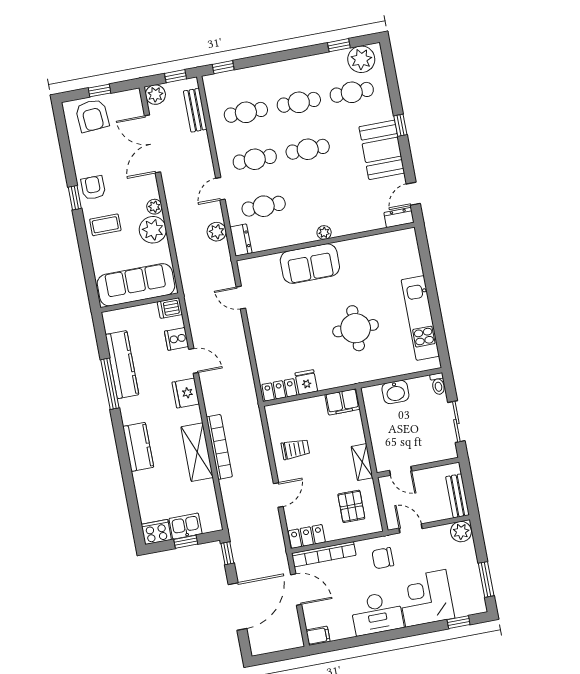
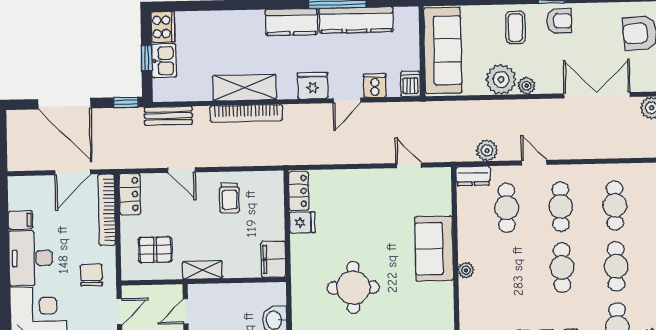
bench: (195, 110) -> (168, 116), moved
door: (241, 298) -> (409, 165), hinge flipped
kitchen counter: (138, 447) -> (292, 22), moved
filing cabinet: (318, 636) -> (21, 220), moved, turned -90

